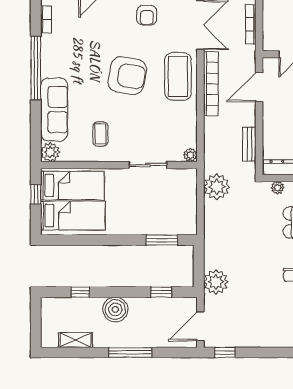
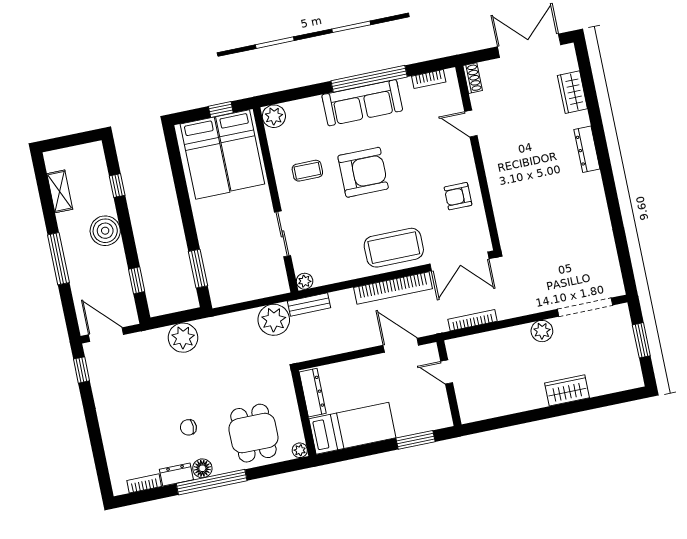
armchair: (127, 76) -> (363, 172), moved, turned -100
sofa: (54, 110) -> (362, 103), moved
bench: (249, 144) -> (309, 304), moved
plant: (278, 188) -> (287, 392), removed
plant: (216, 282) -> (183, 338), moved

